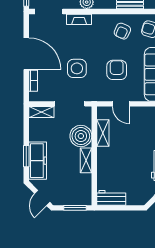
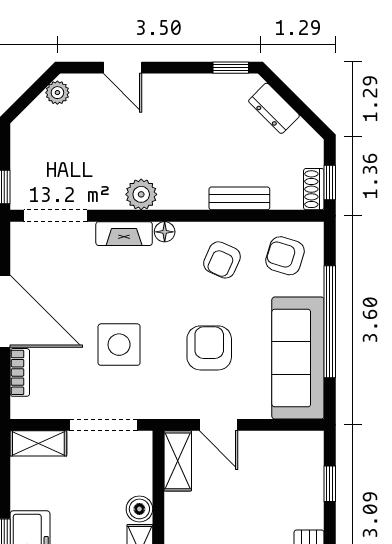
floor lamp: (97, 19) -> (165, 232), added
shelving: (103, 133) -> (178, 461), moved
boiler: (81, 136) -> (139, 509), width x0.54, depth x0.54

